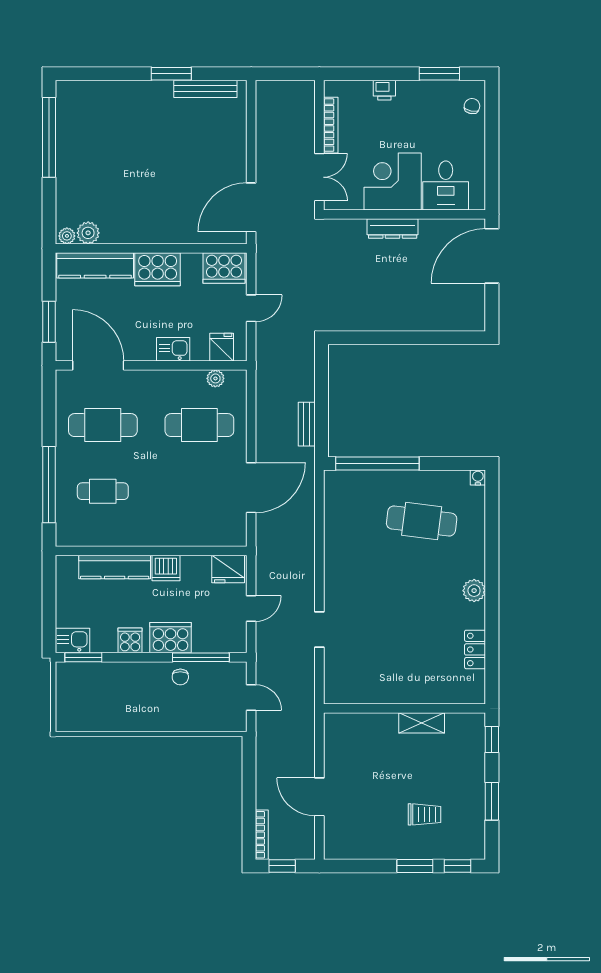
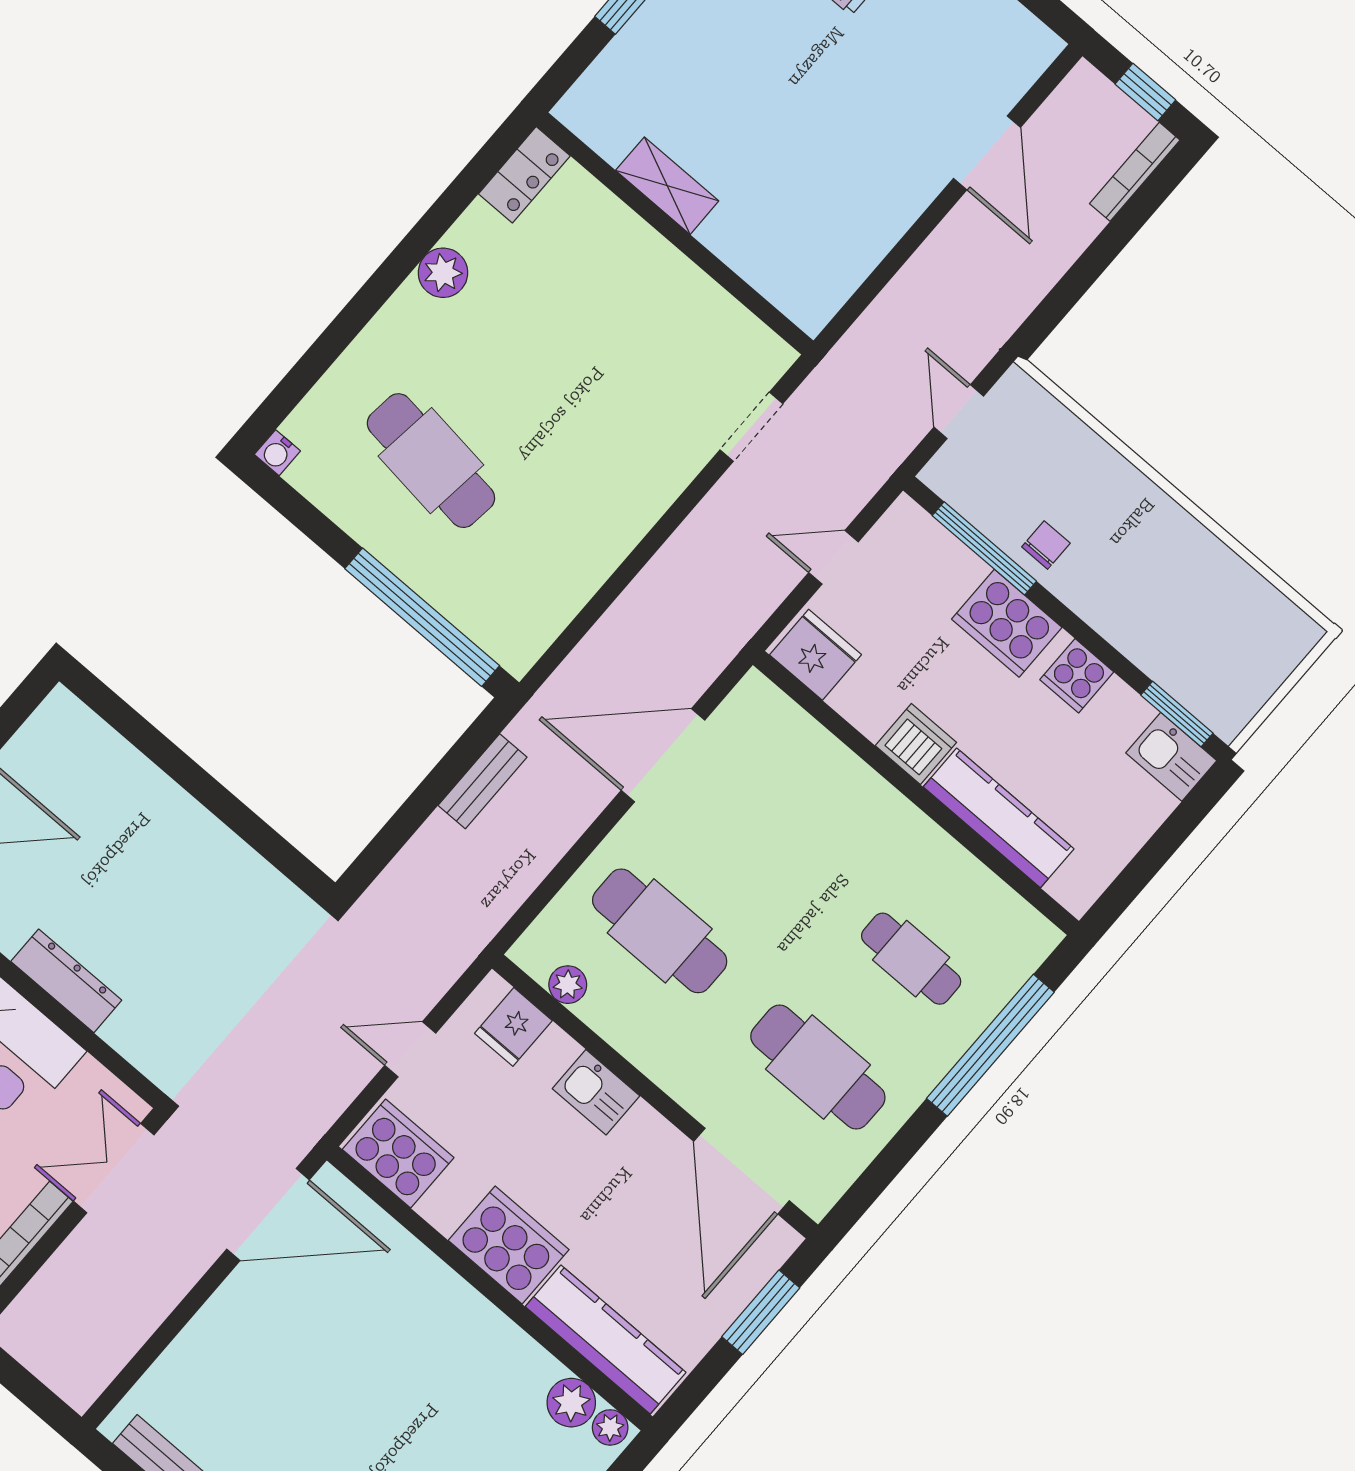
wall: (405, 708) -> (675, 234), moved
shelving: (422, 723) -> (667, 186), moved

